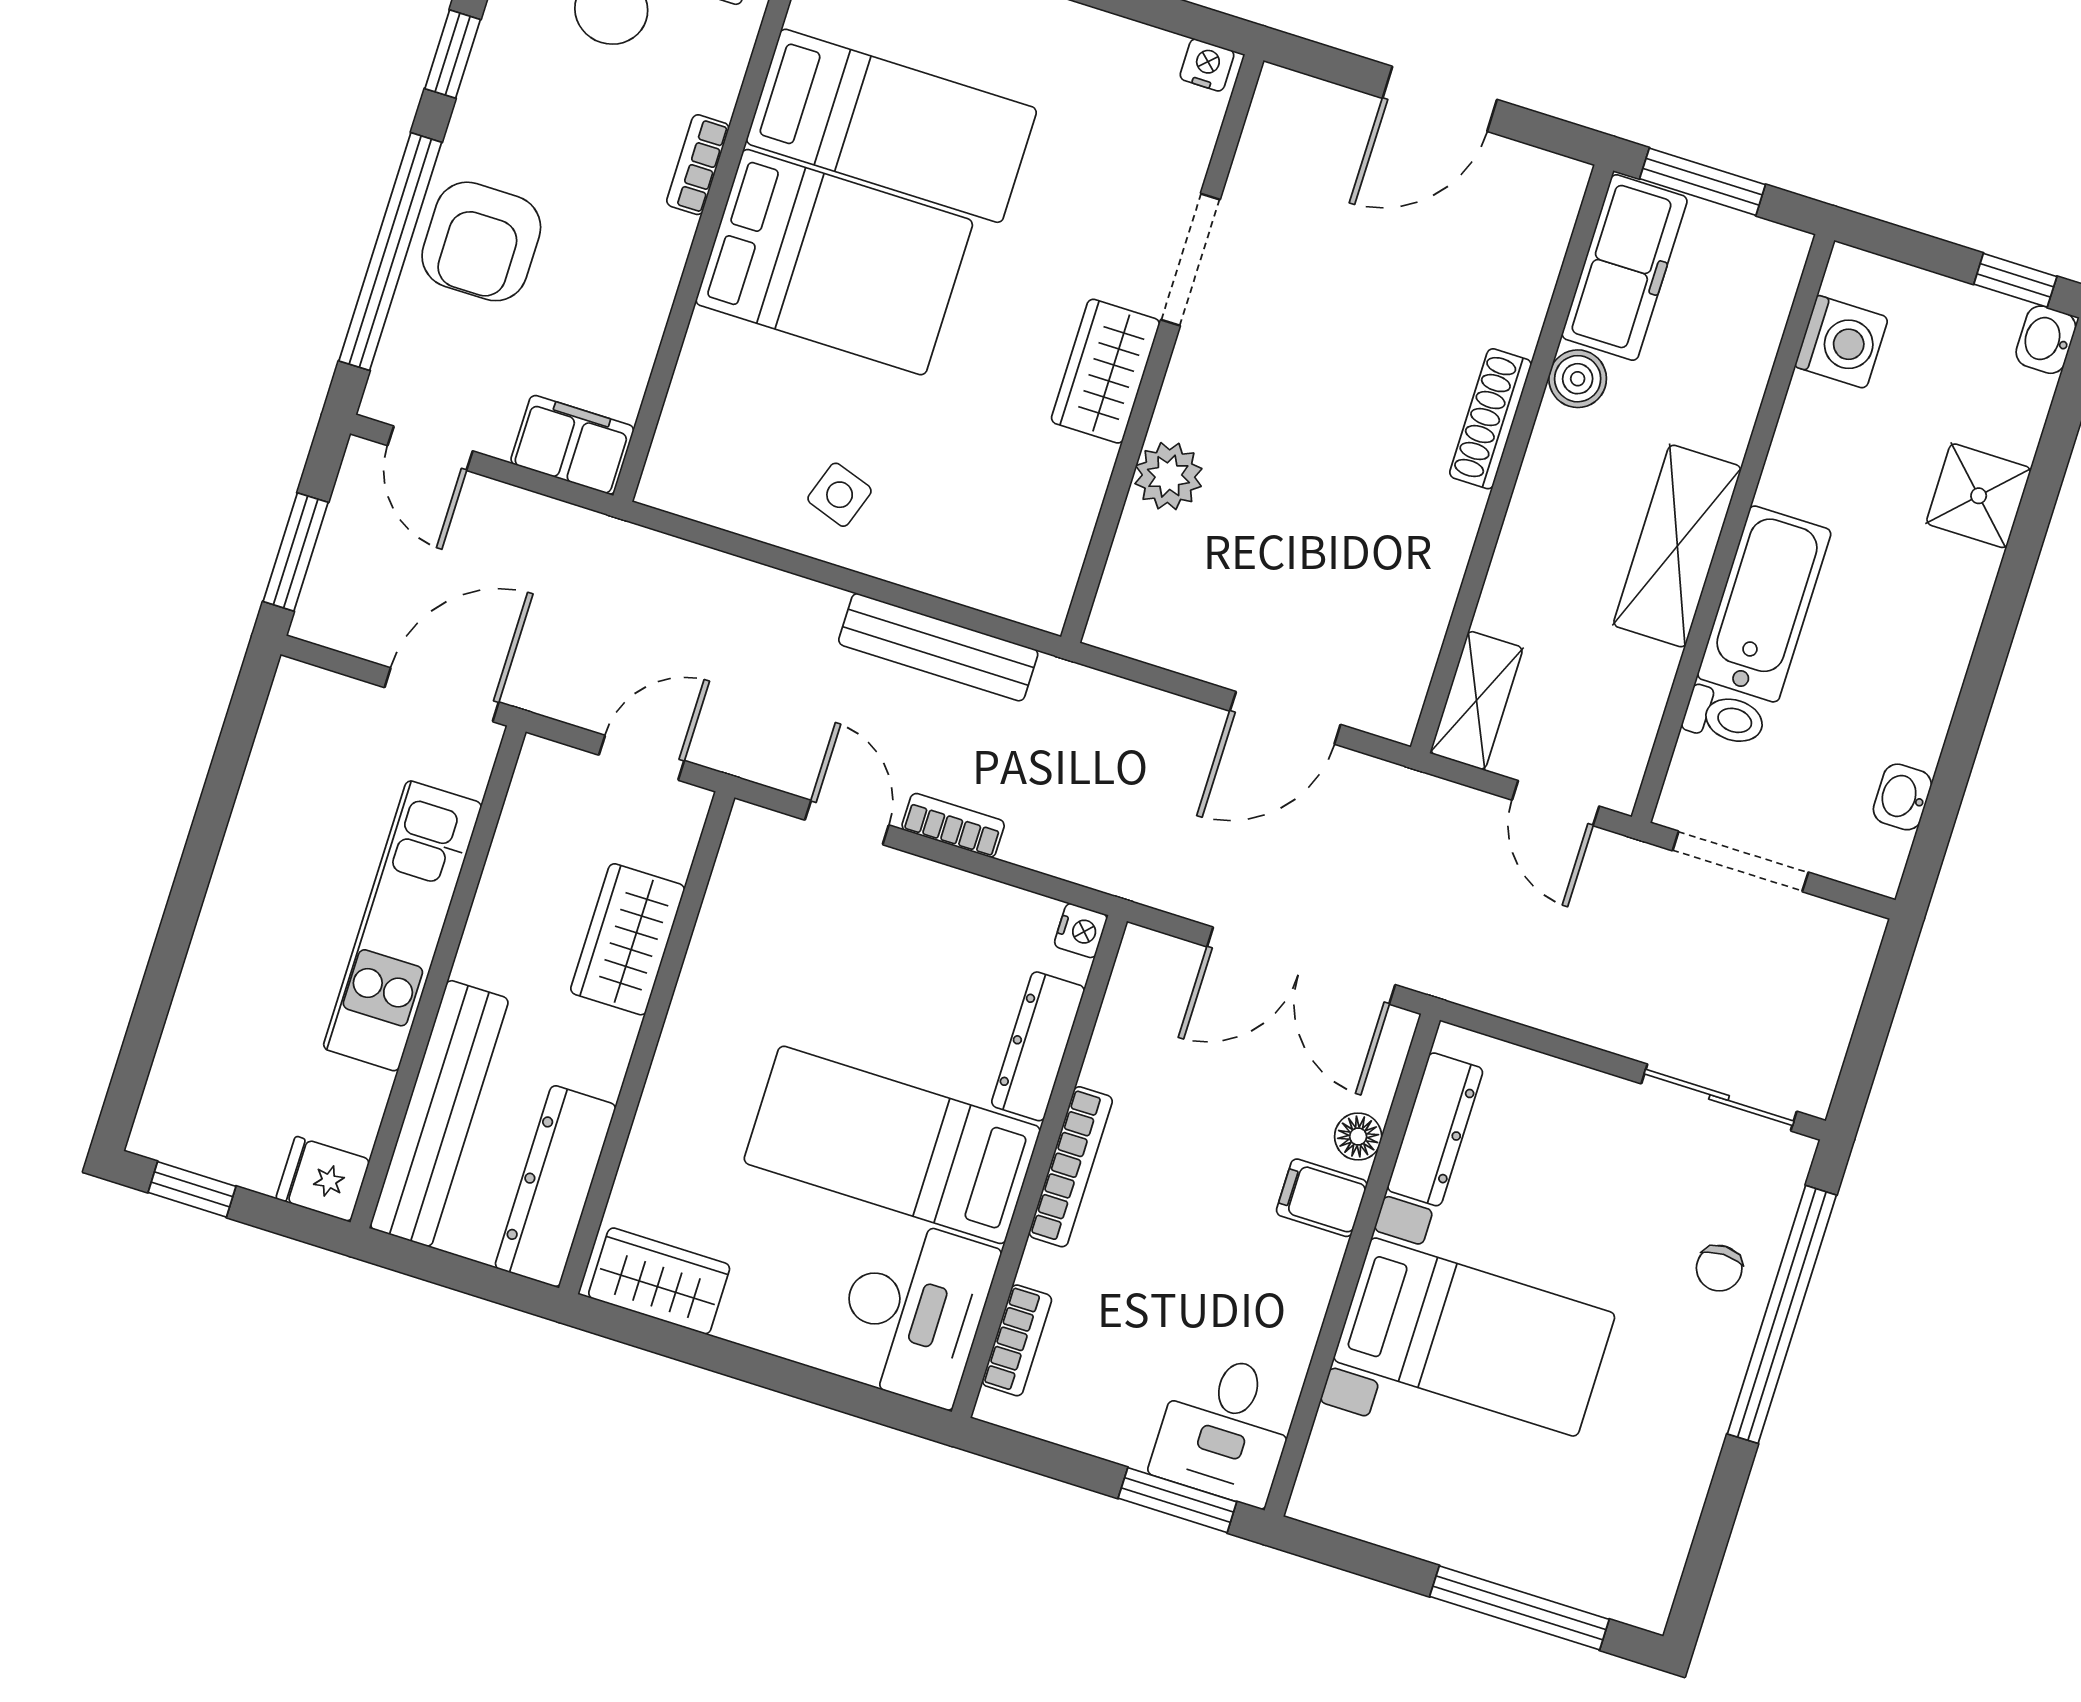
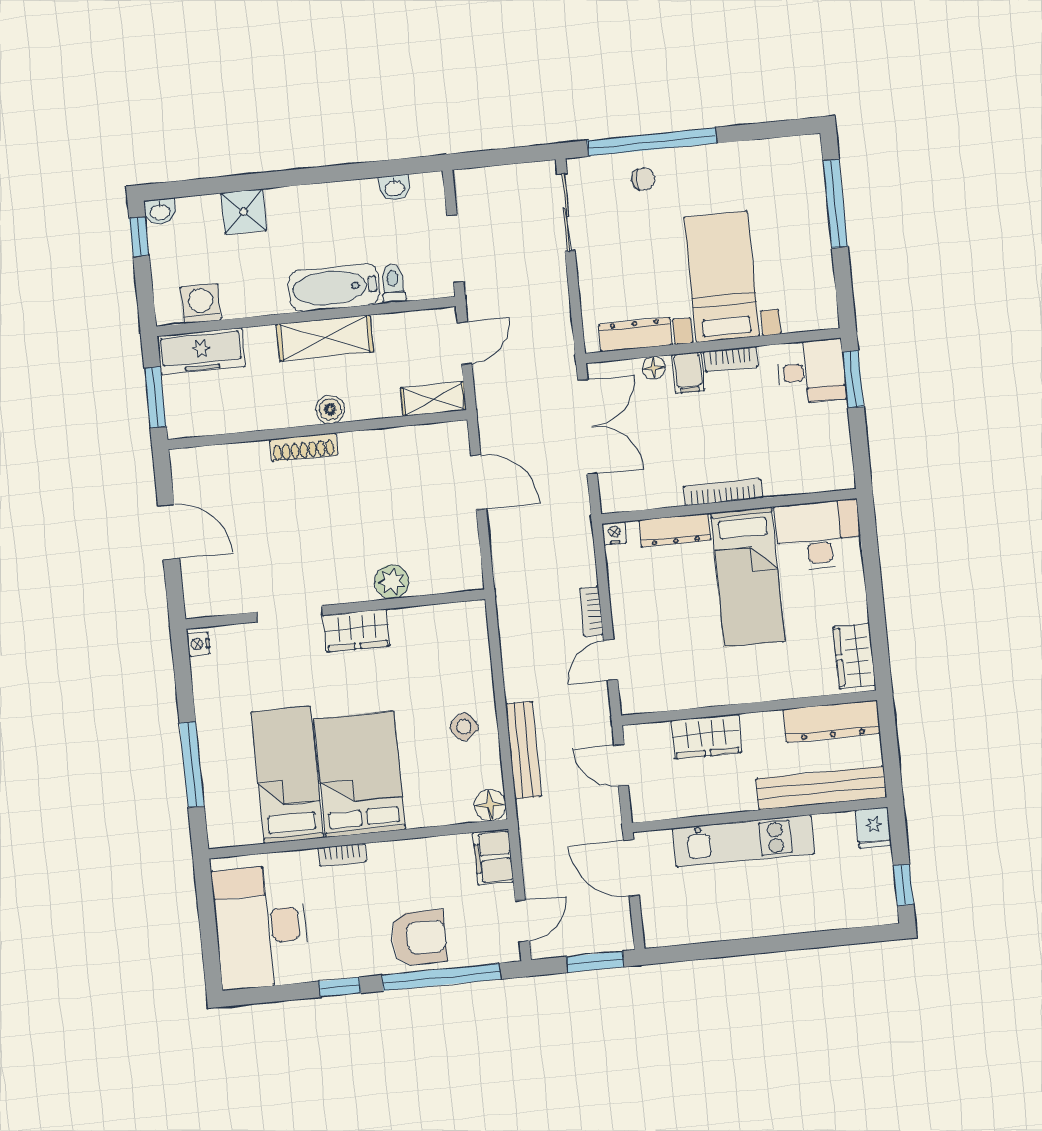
freezer: (1625, 267) -> (201, 351), moved, turned 180
boiler: (1578, 379) -> (330, 409), moved
floor lamp: (672, 481) -> (490, 805), added
side table: (840, 495) -> (464, 727), turned 32
bench: (938, 647) -> (523, 750), moved
bookcase: (1017, 1340) -> (731, 359), moved, turned 180

